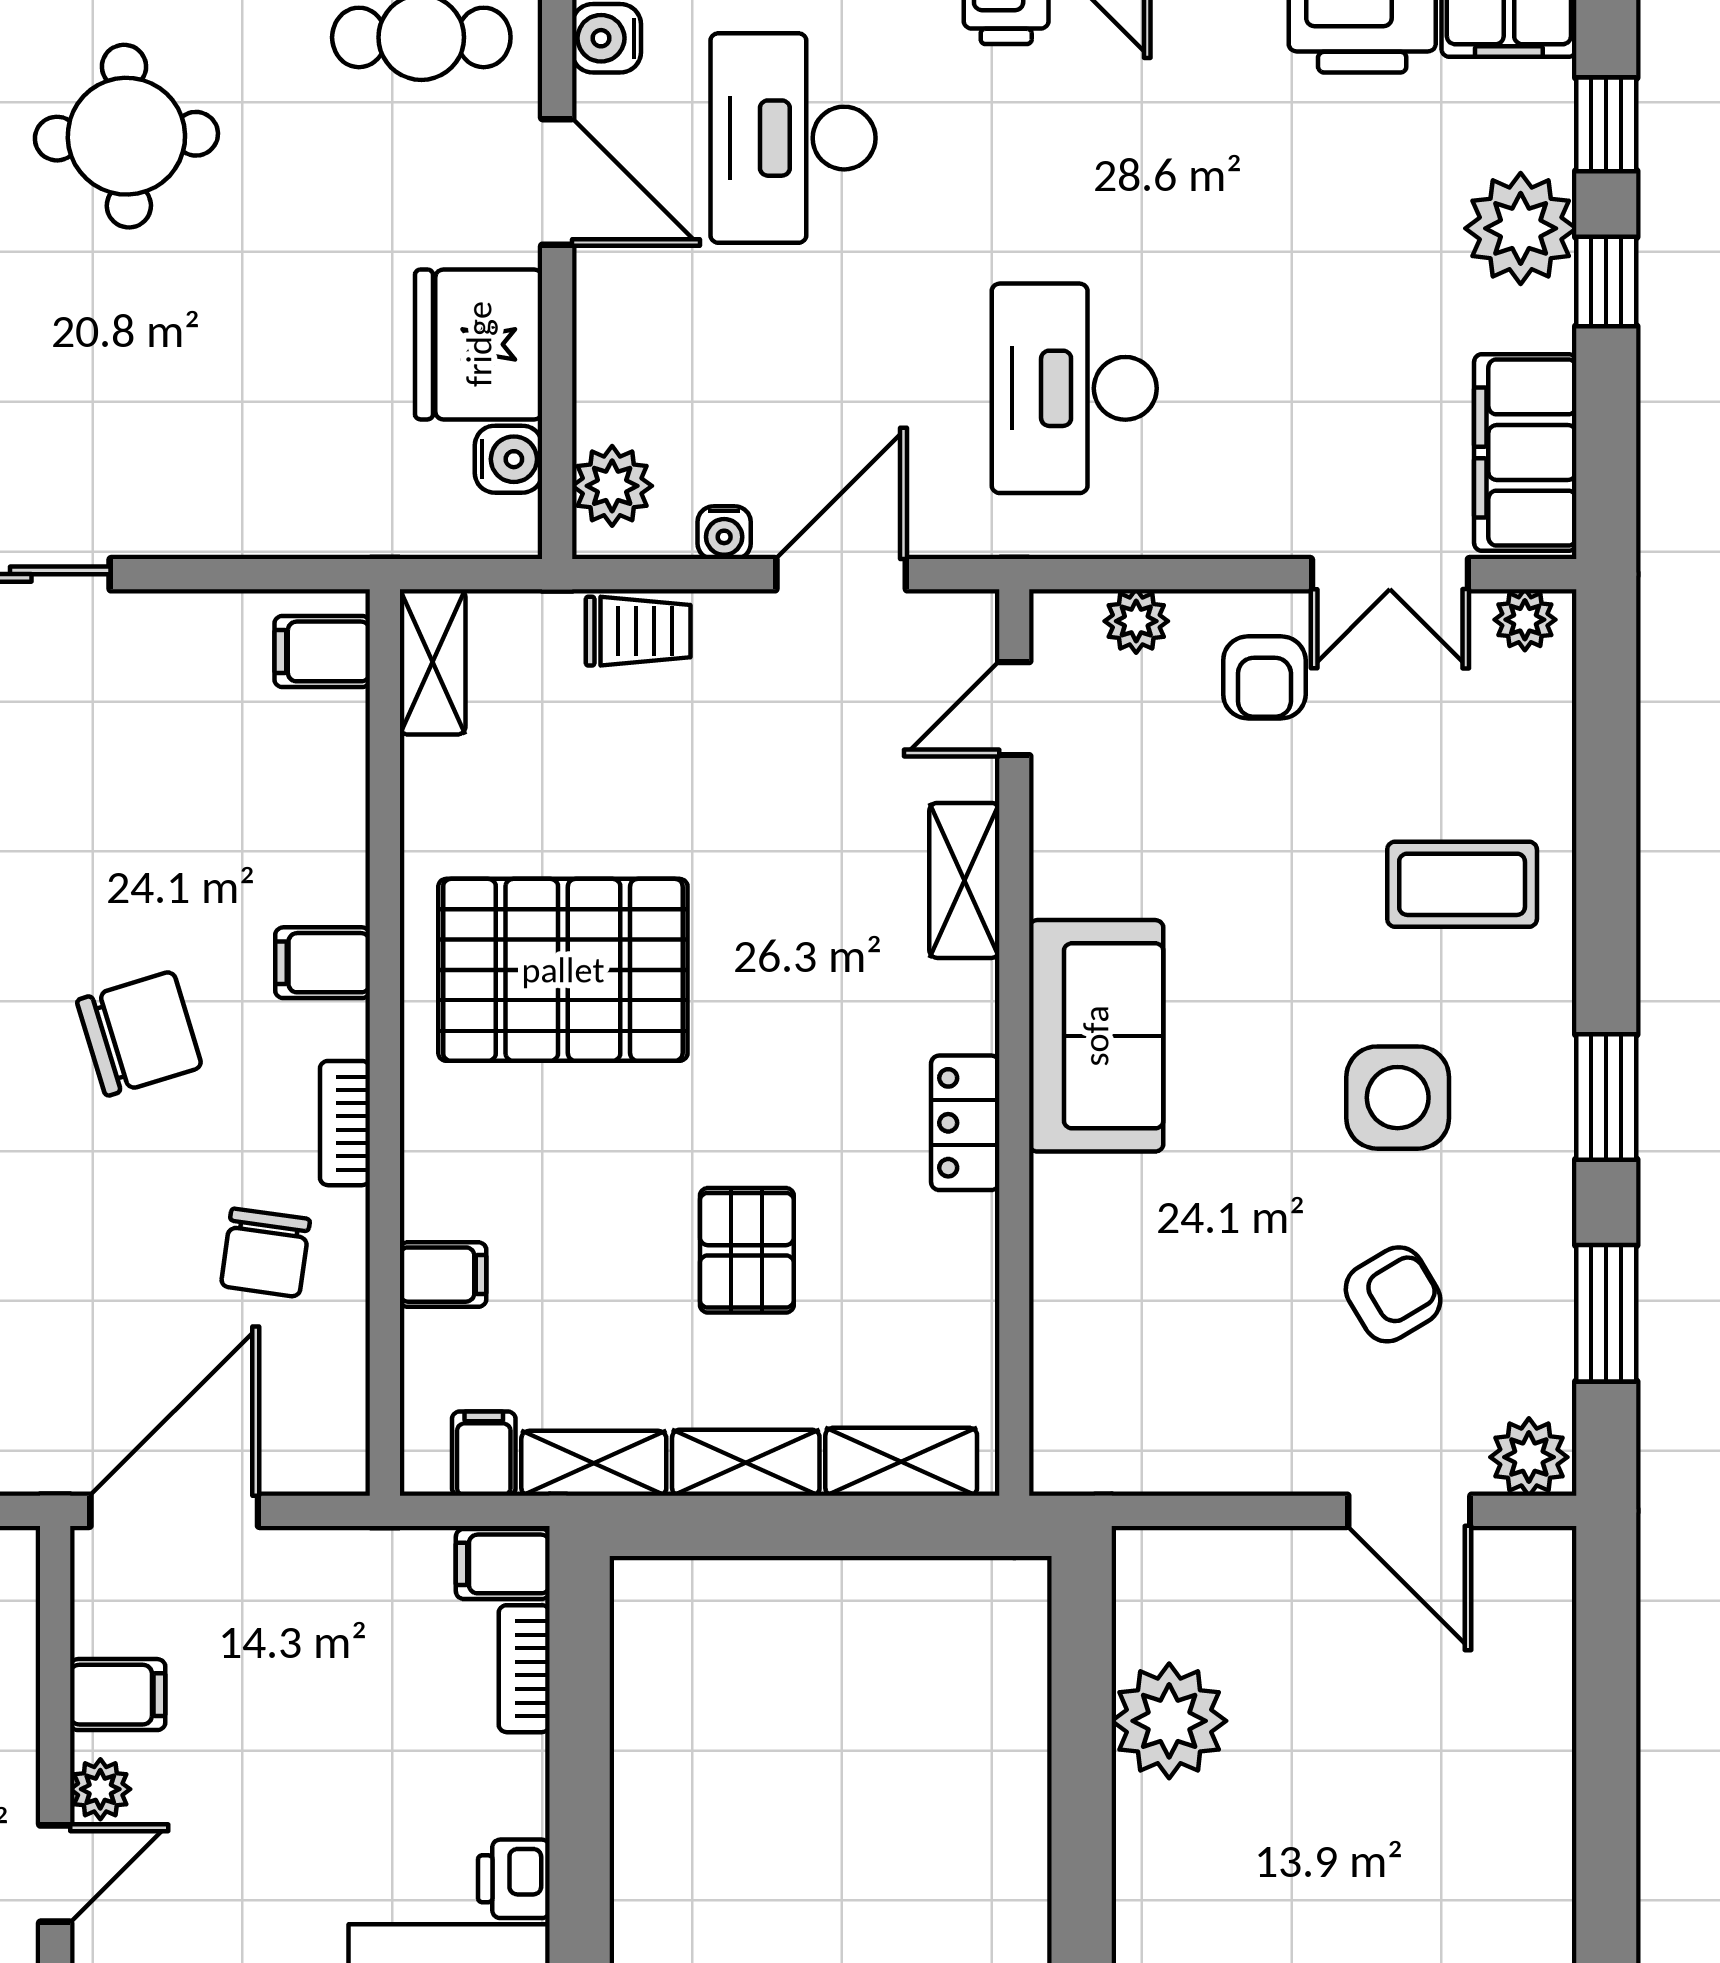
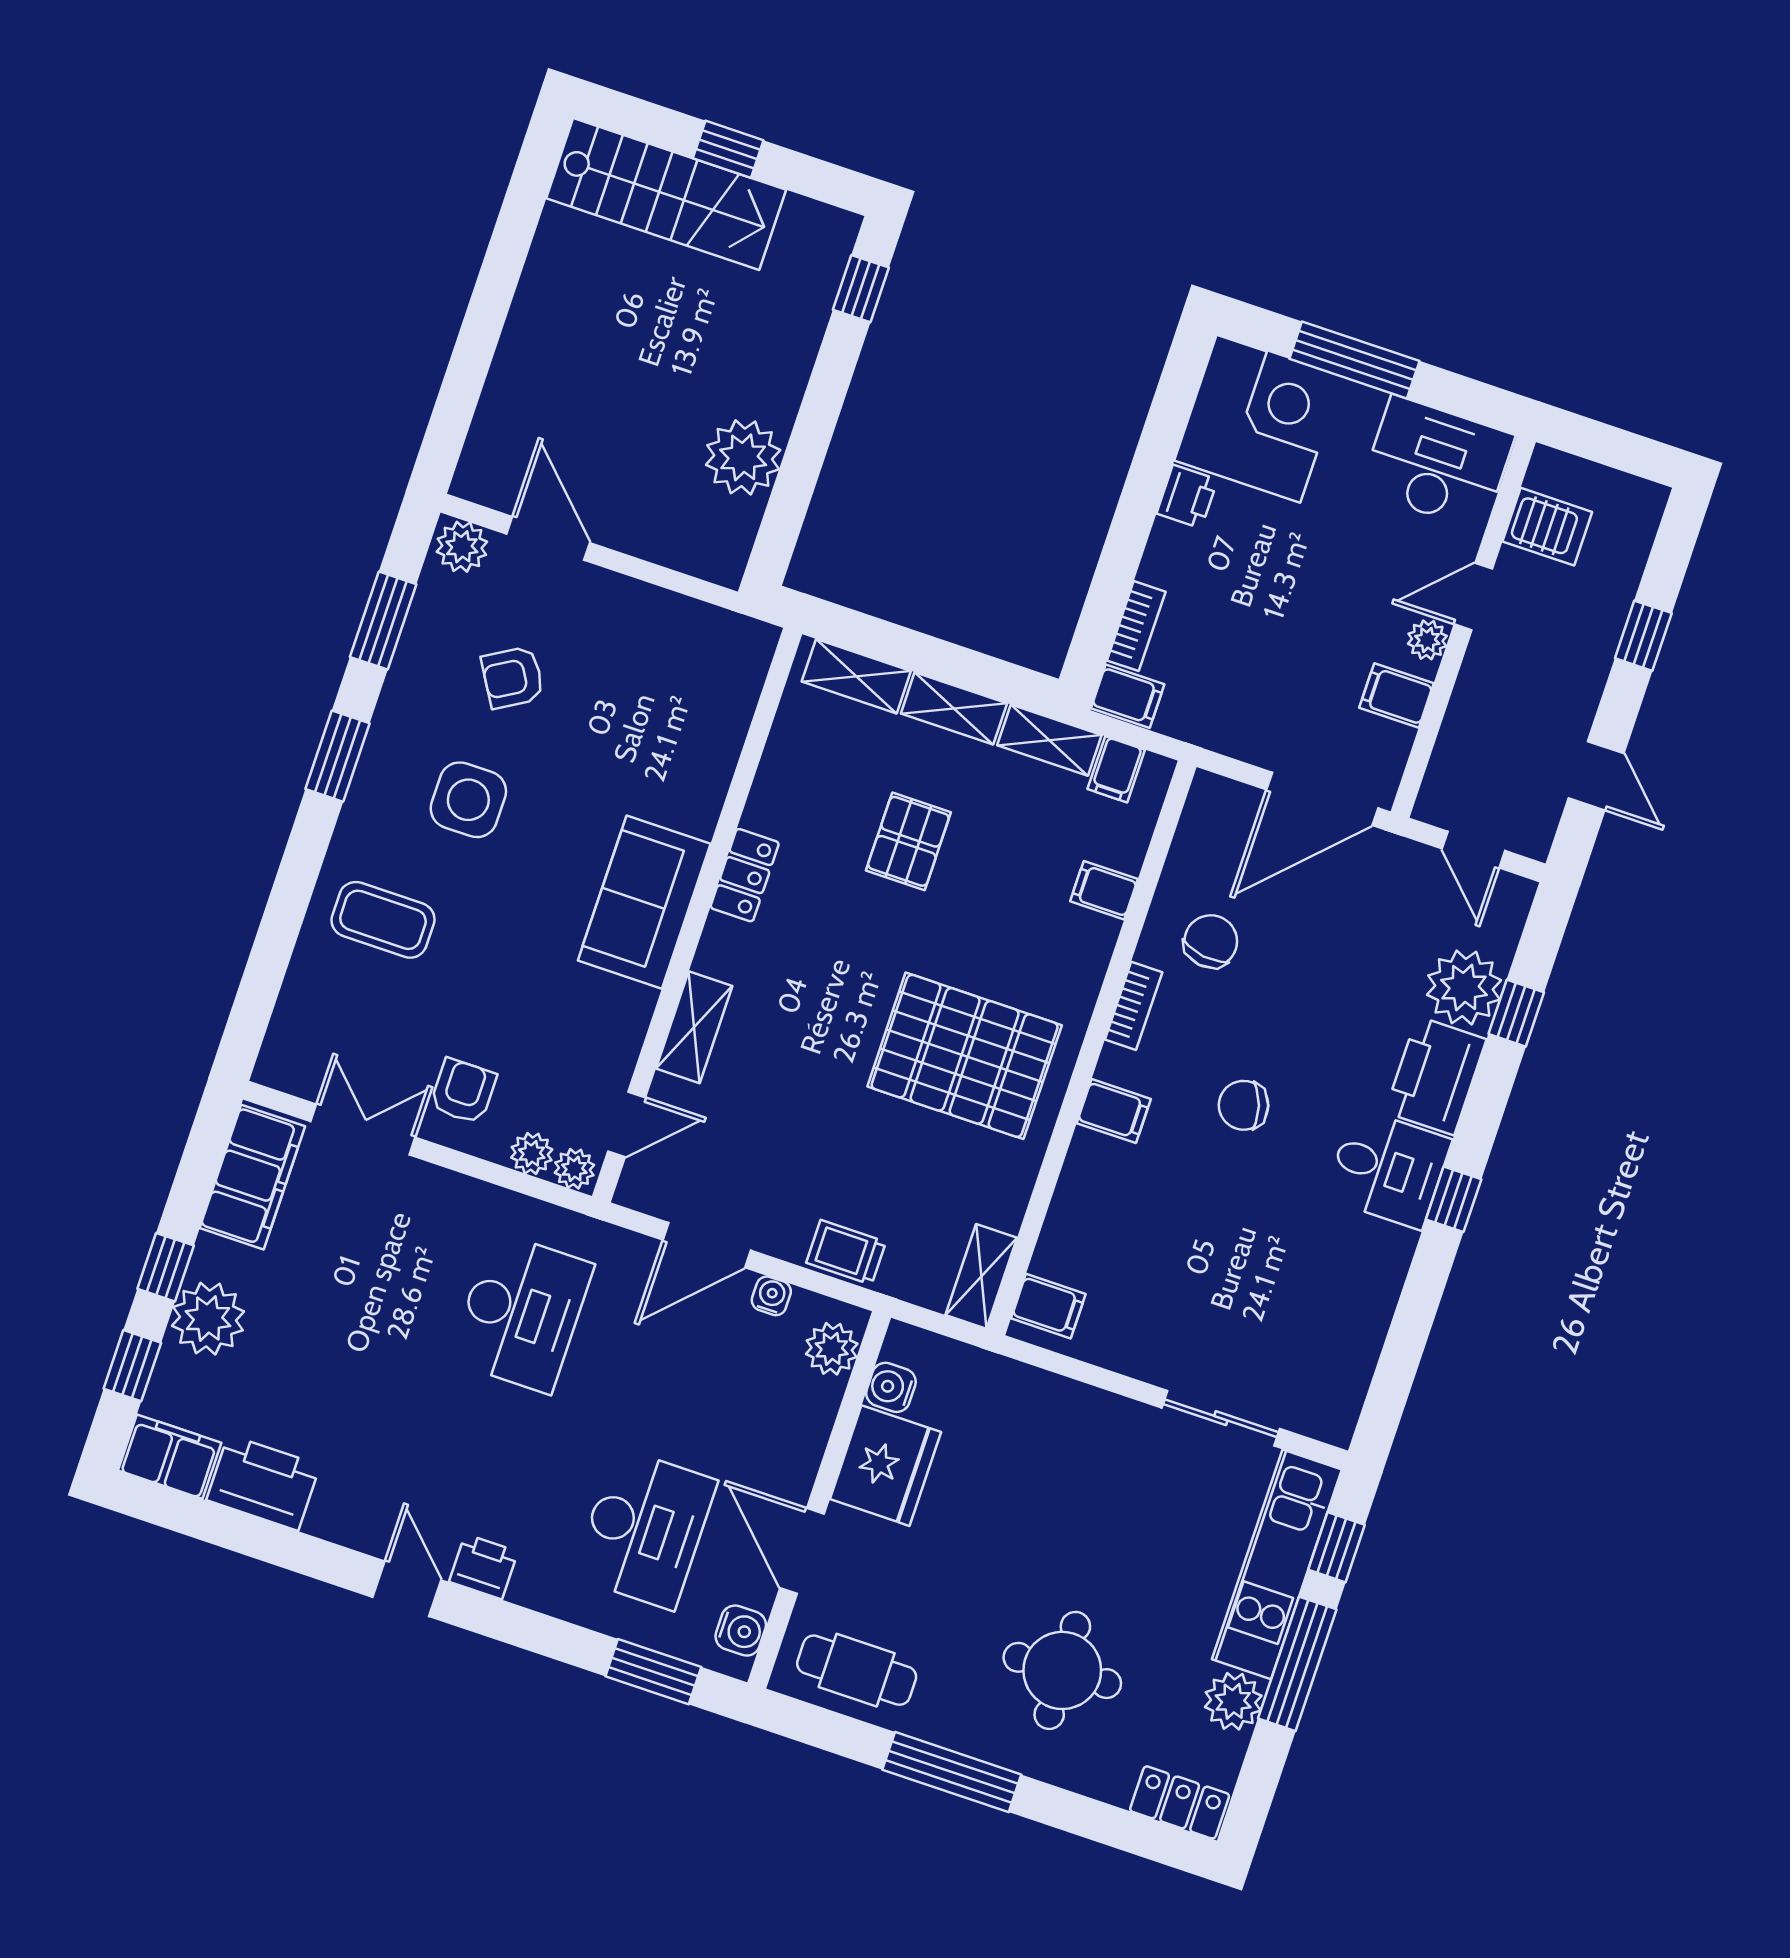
plant: (1525, 620) -> (574, 1169), moved
chair: (139, 1034) -> (1243, 1105), width x0.73, depth x0.73

